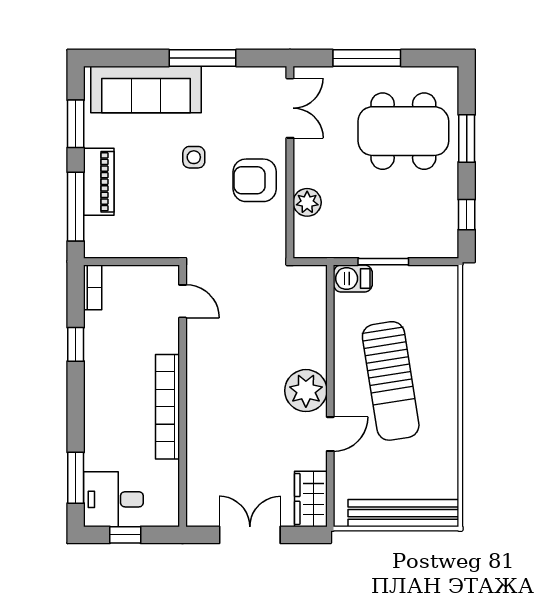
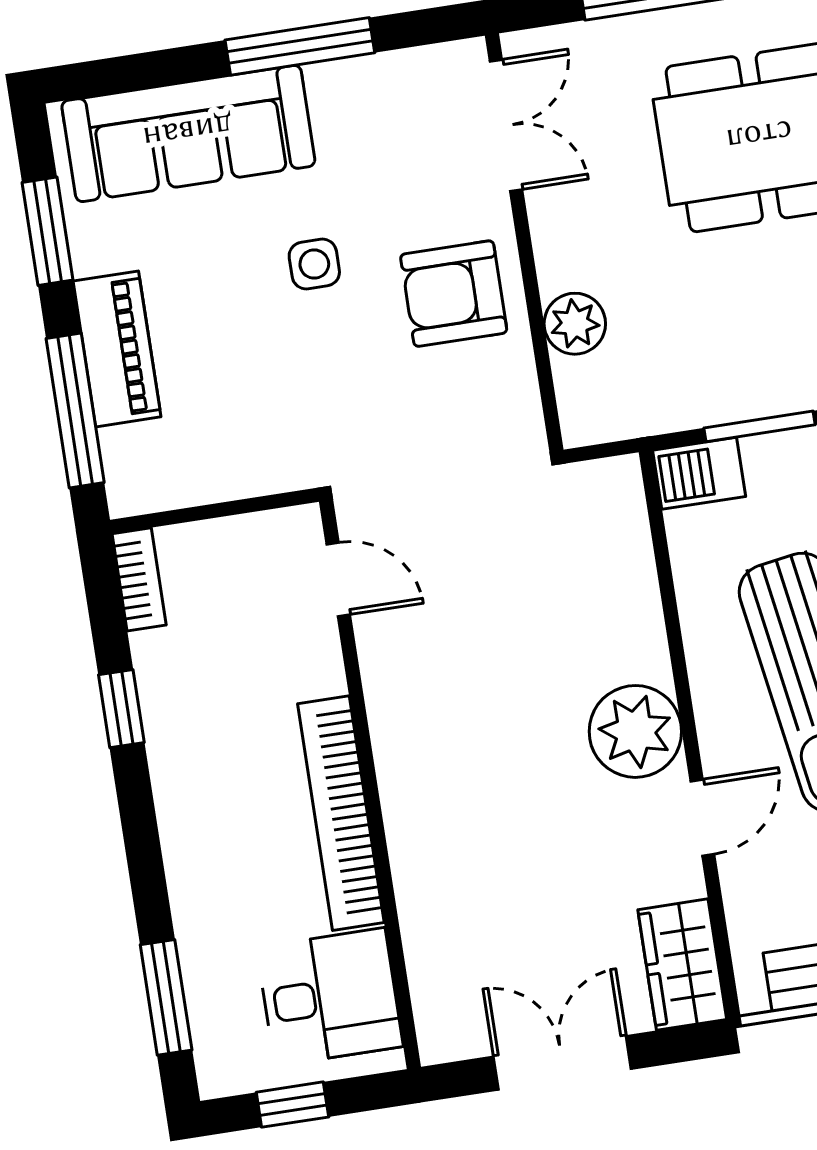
desk: (113, 499) -> (330, 997), moved, turned 180

